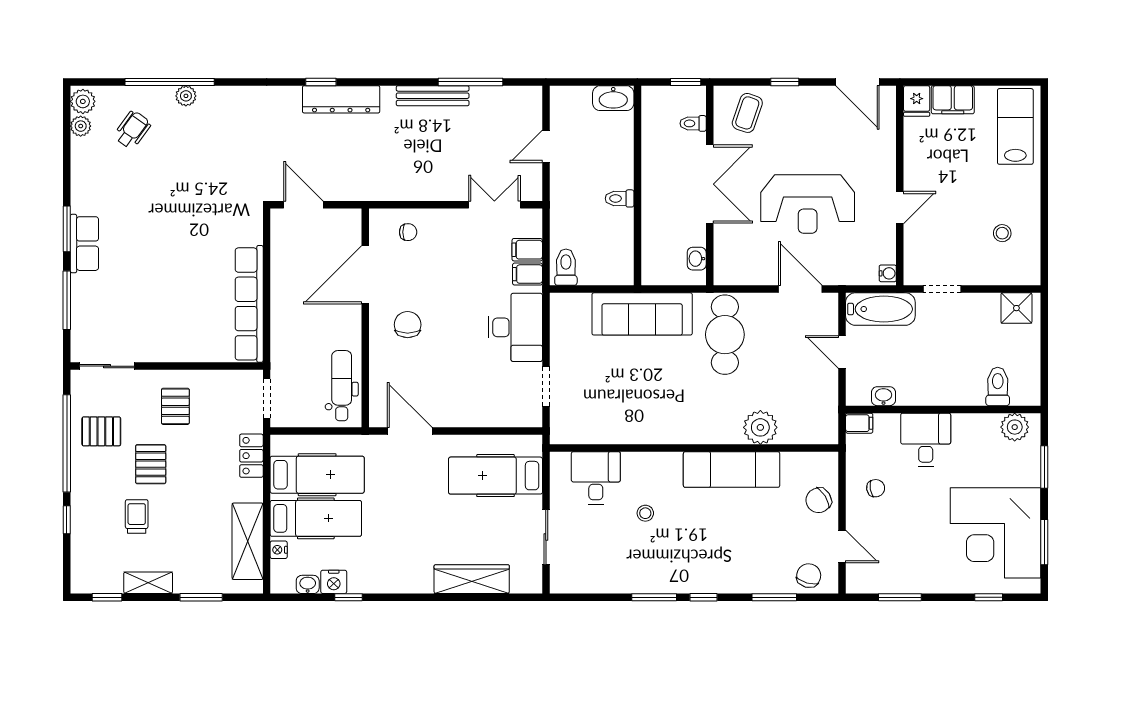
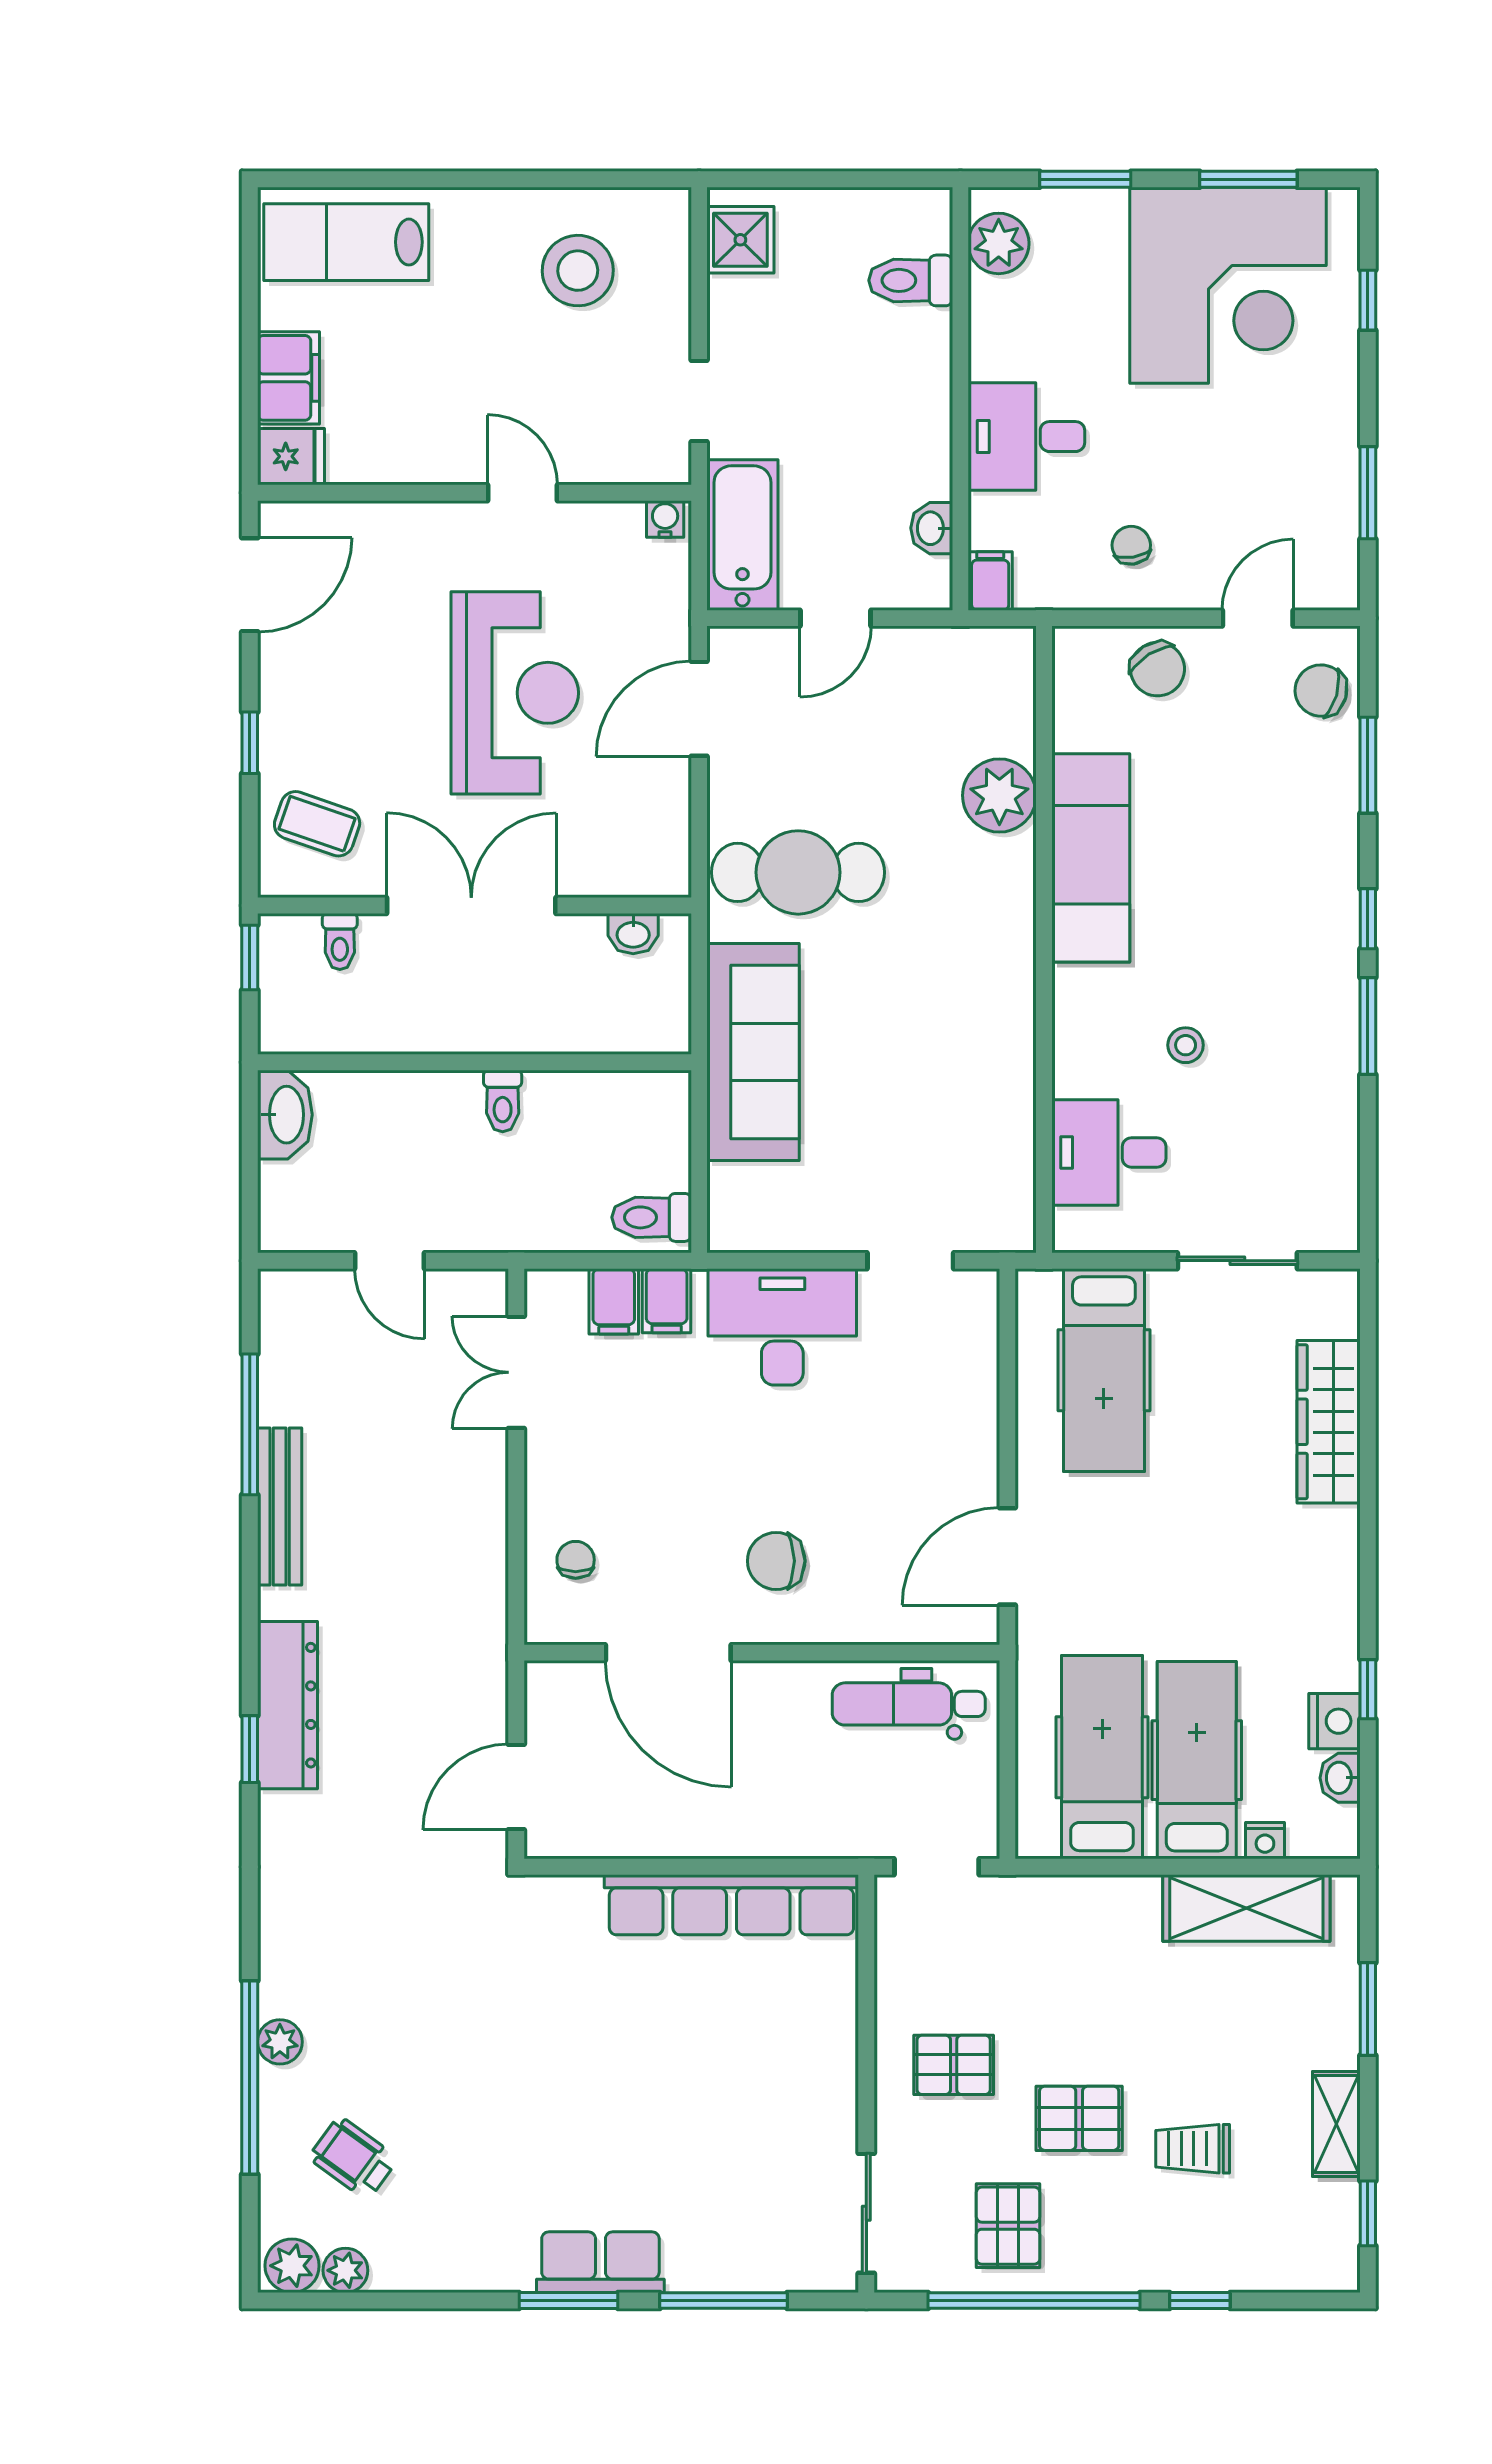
stool: (1002, 233) -> (578, 271), width x1.89, depth x1.89
locker: (251, 456) -> (1061, 1900), removed

